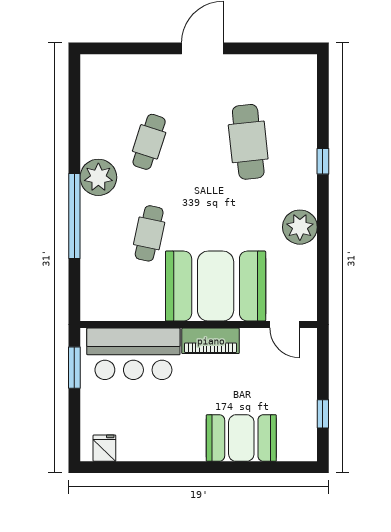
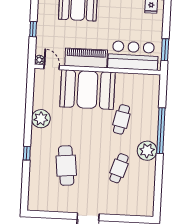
plant: (308, 337) -> (39, 60), added
piano: (211, 341) -> (86, 58), width x1.37, depth x1.33
window: (323, 414) -> (33, 29), moved

